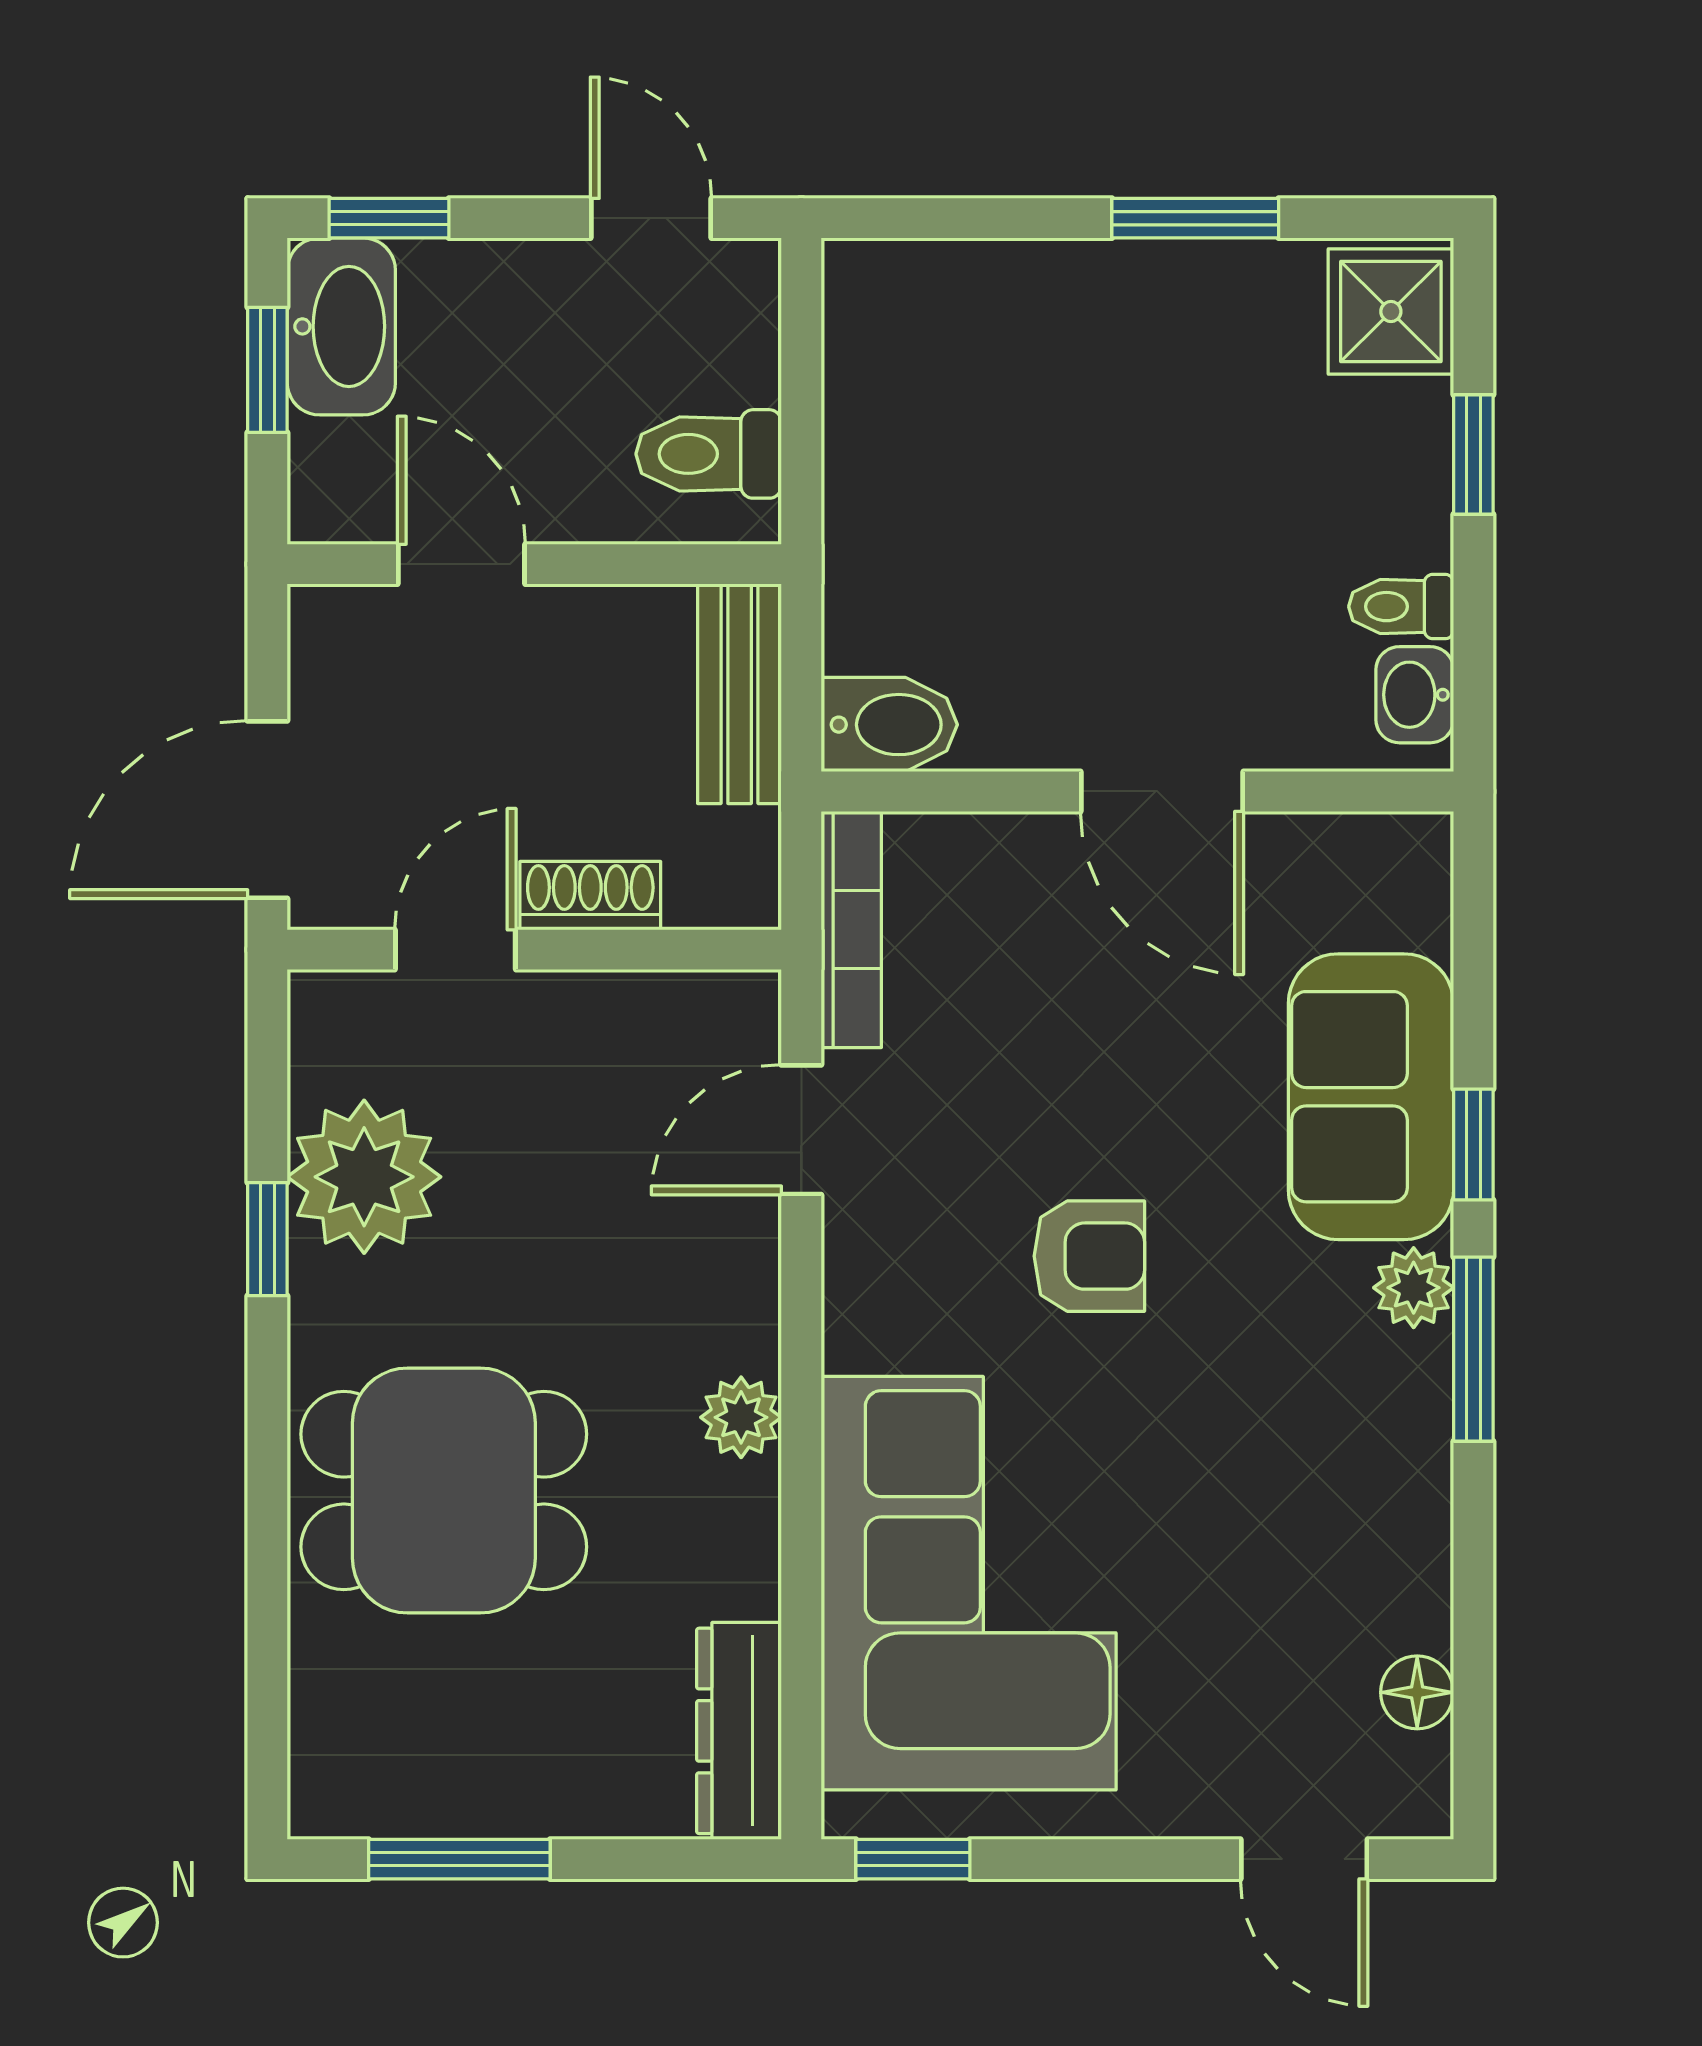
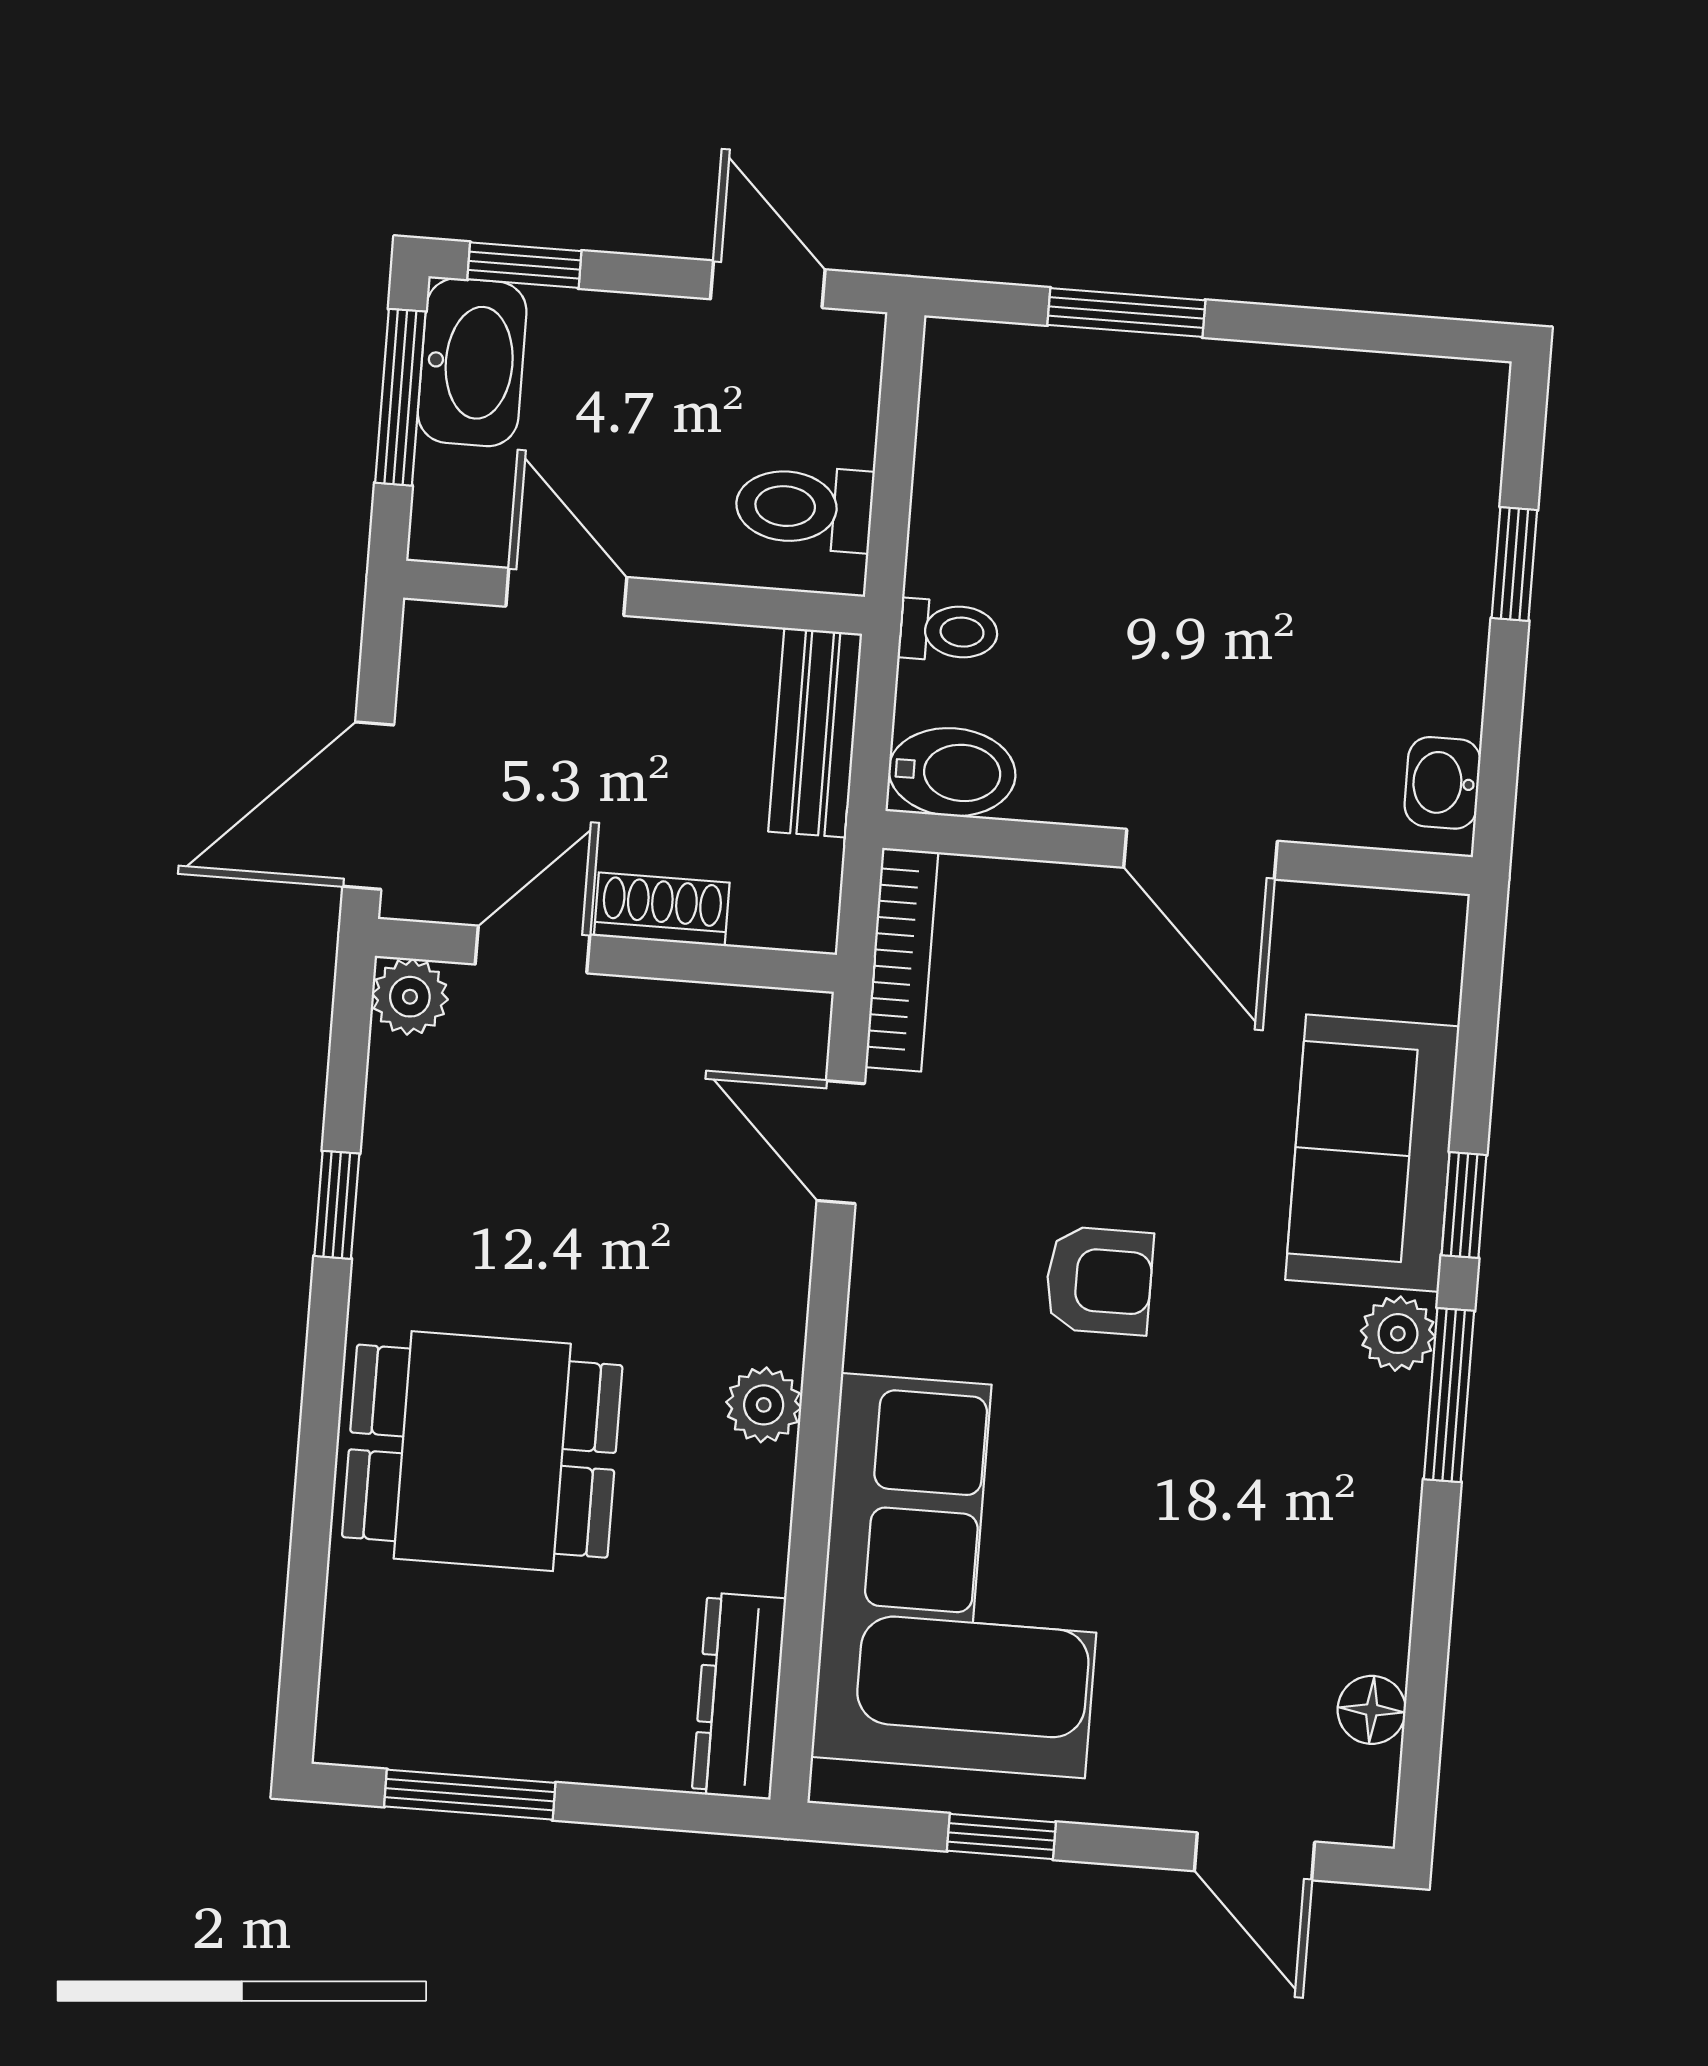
window: (1195, 218) -> (1126, 313), moved
shower: (1391, 311) -> (1448, 425), removed
window: (267, 370) -> (400, 397), width x1.50
toilet: (1401, 607) -> (948, 631), moved, turned 180
door: (801, 1130) -> (841, 1142), hinge flipped
plant: (364, 1177) -> (410, 997), moved, width x0.53, depth x0.53
window: (913, 1859) -> (1001, 1837), moved

